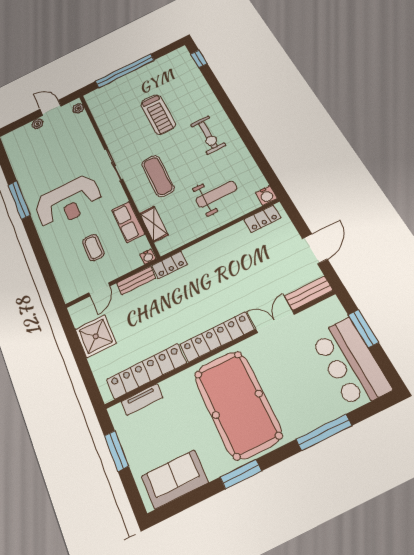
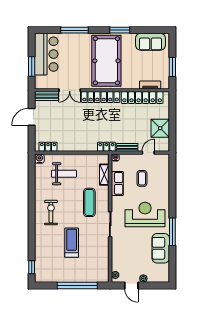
sofa: (28, 171) -> (161, 248), added
weight bench: (216, 194) -> (64, 174), turned 180

